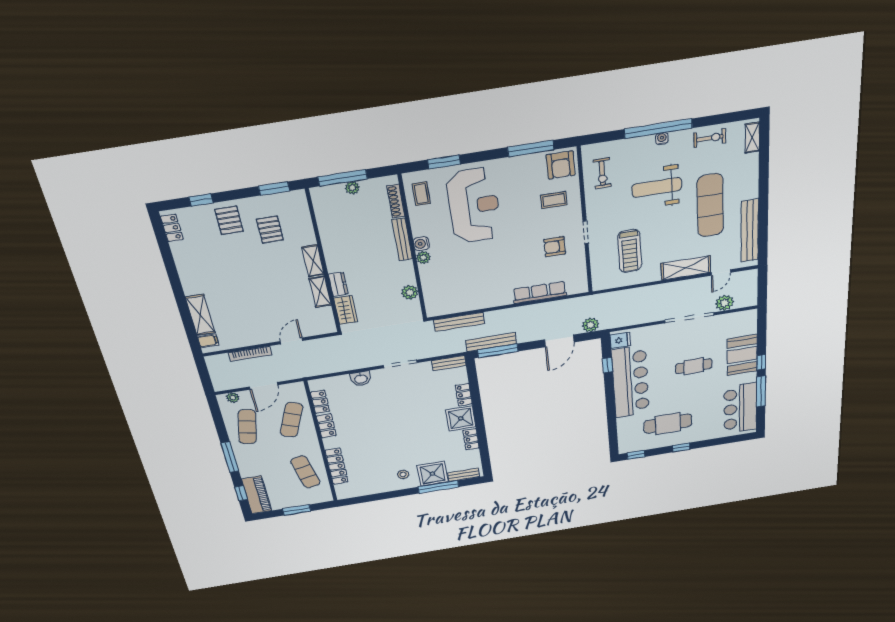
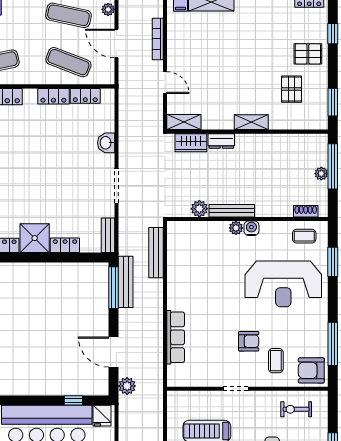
shoe rack: (396, 201) -> (306, 211), width x0.70
pallet: (270, 230) -> (292, 89), turned 90
bench: (402, 239) -> (232, 211), moved
armchair: (555, 247) -> (249, 341), moved, turned 90
shelving: (320, 292) -> (184, 122), moved

